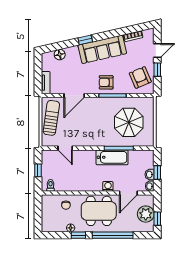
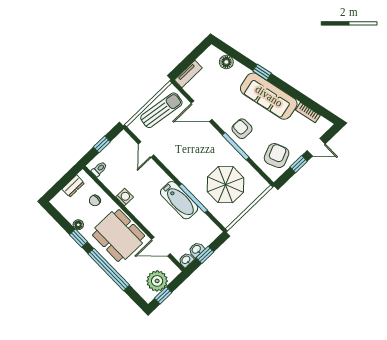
washing machine: (108, 186) -> (125, 197), moved
dresser: (46, 210) -> (73, 186), added

